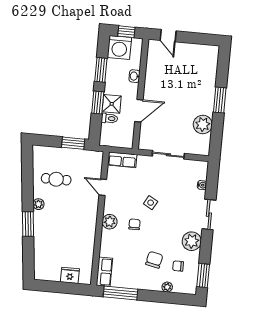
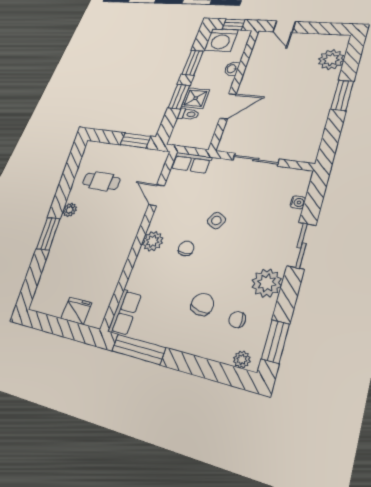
plant: (203, 125) -> (331, 60), moved
plant: (167, 287) -> (242, 360), moved

